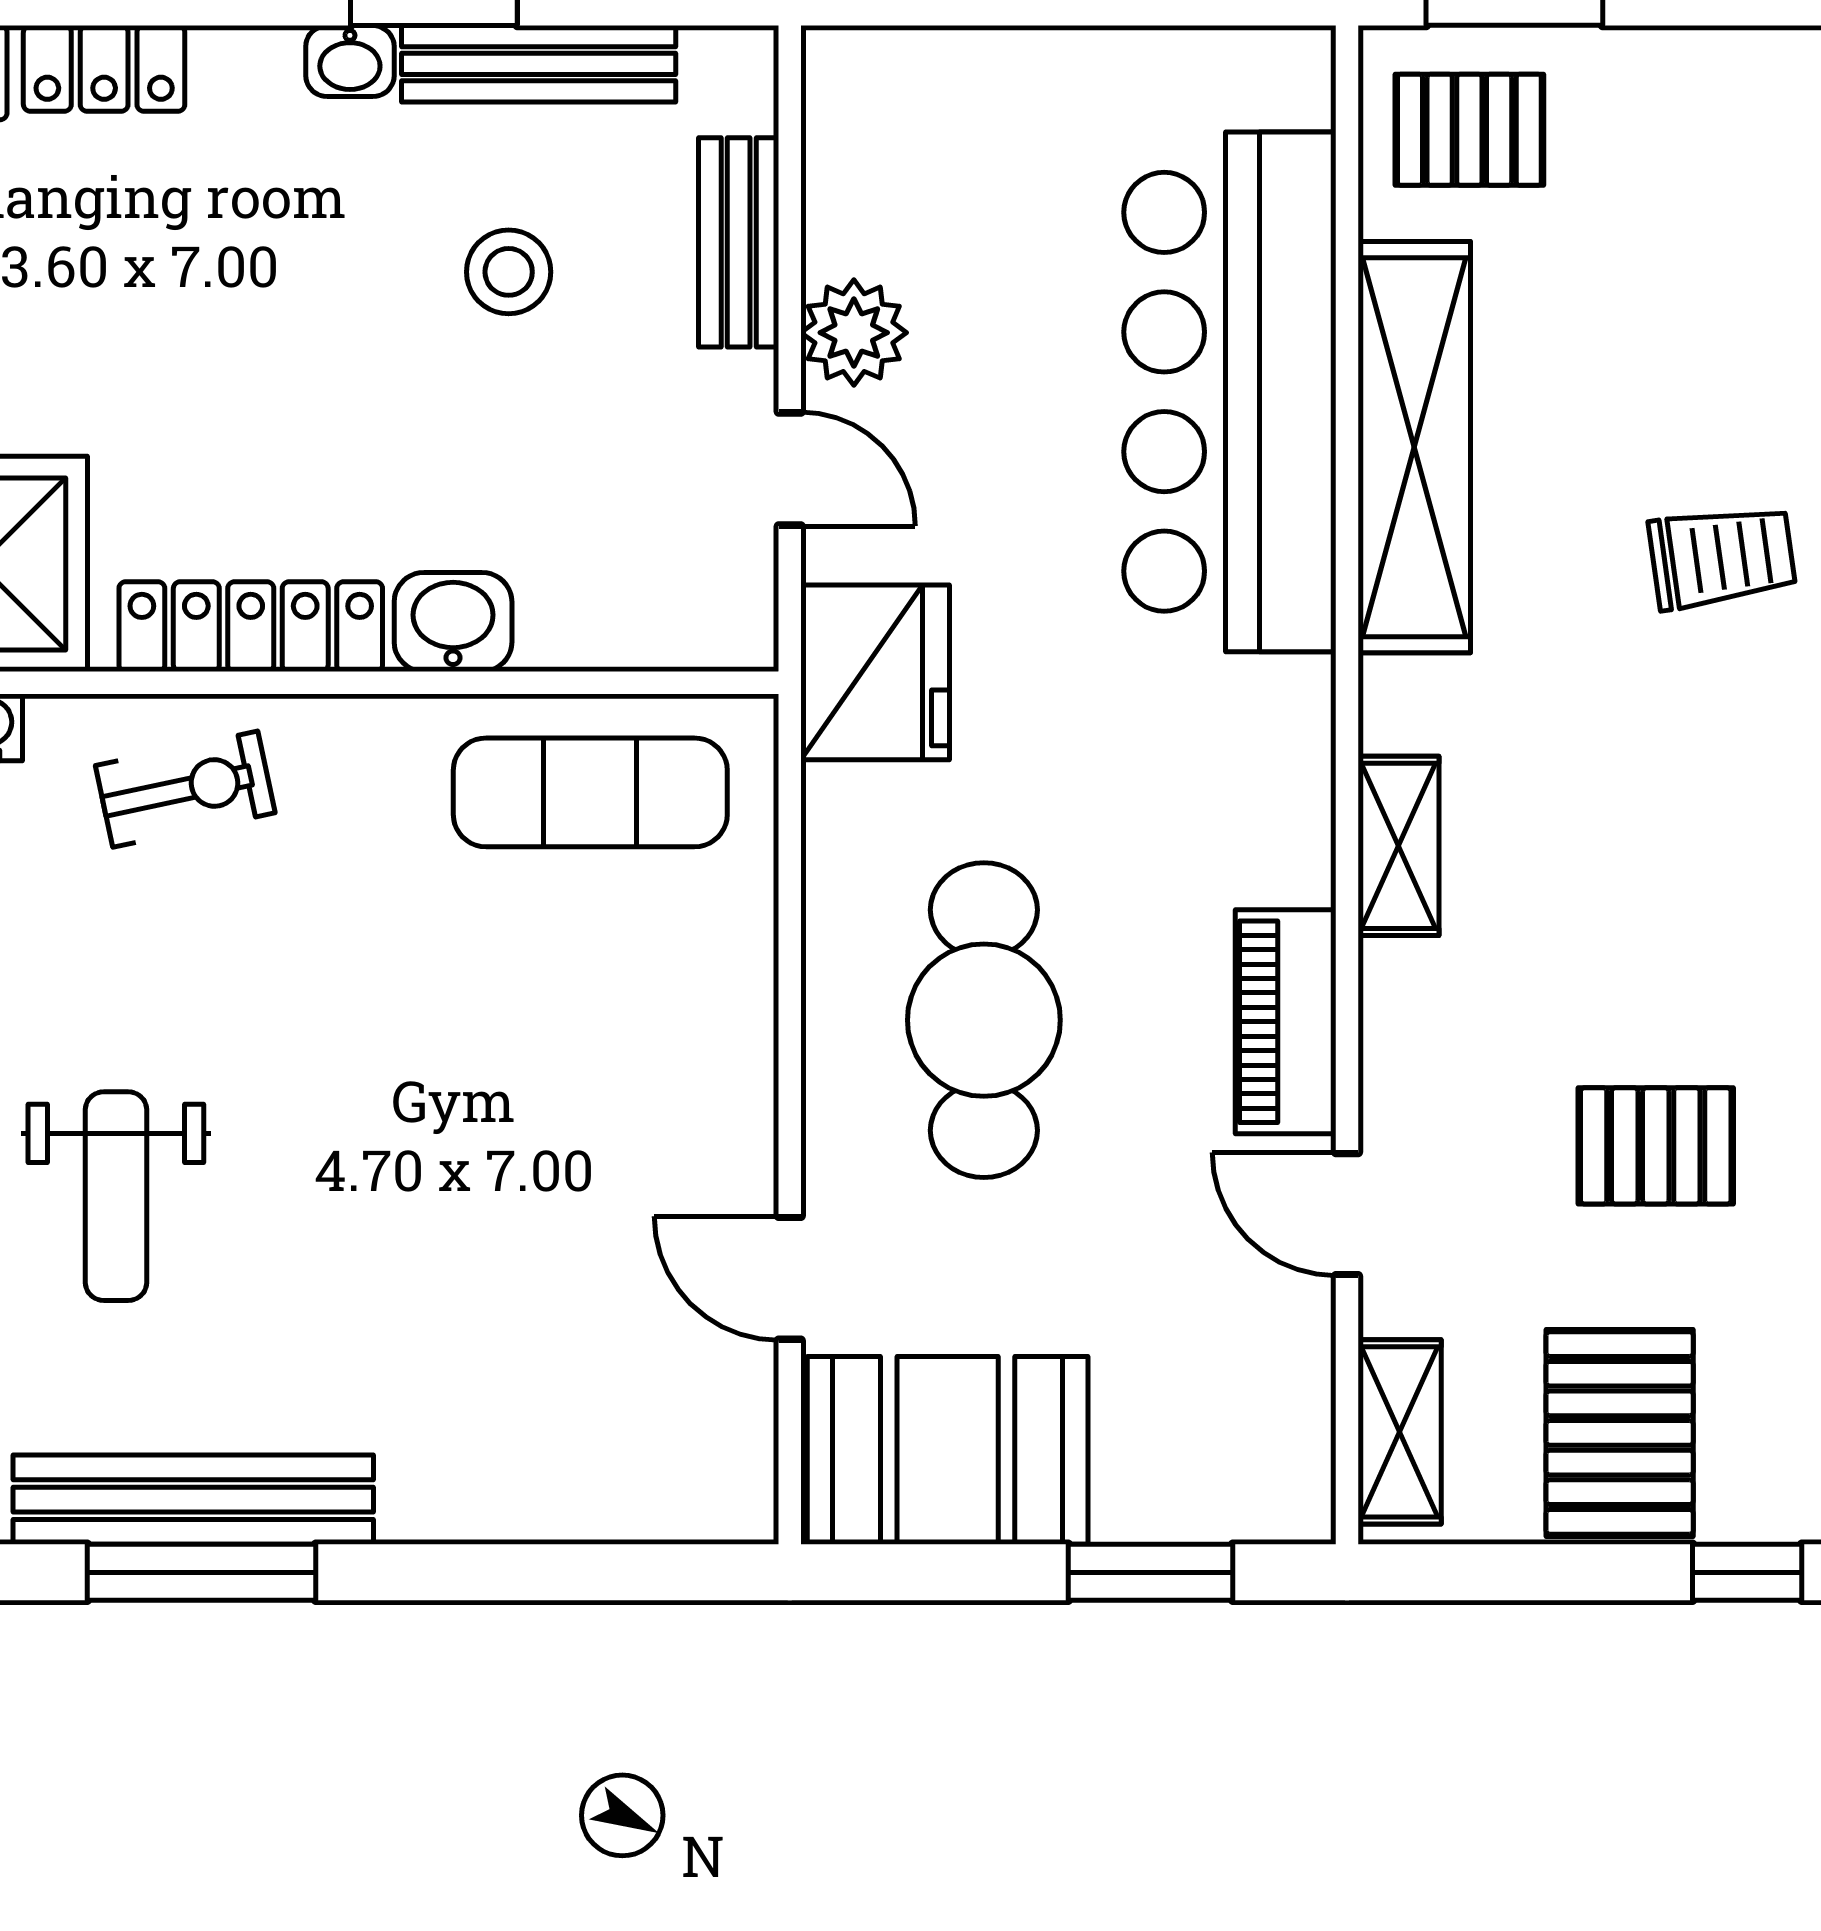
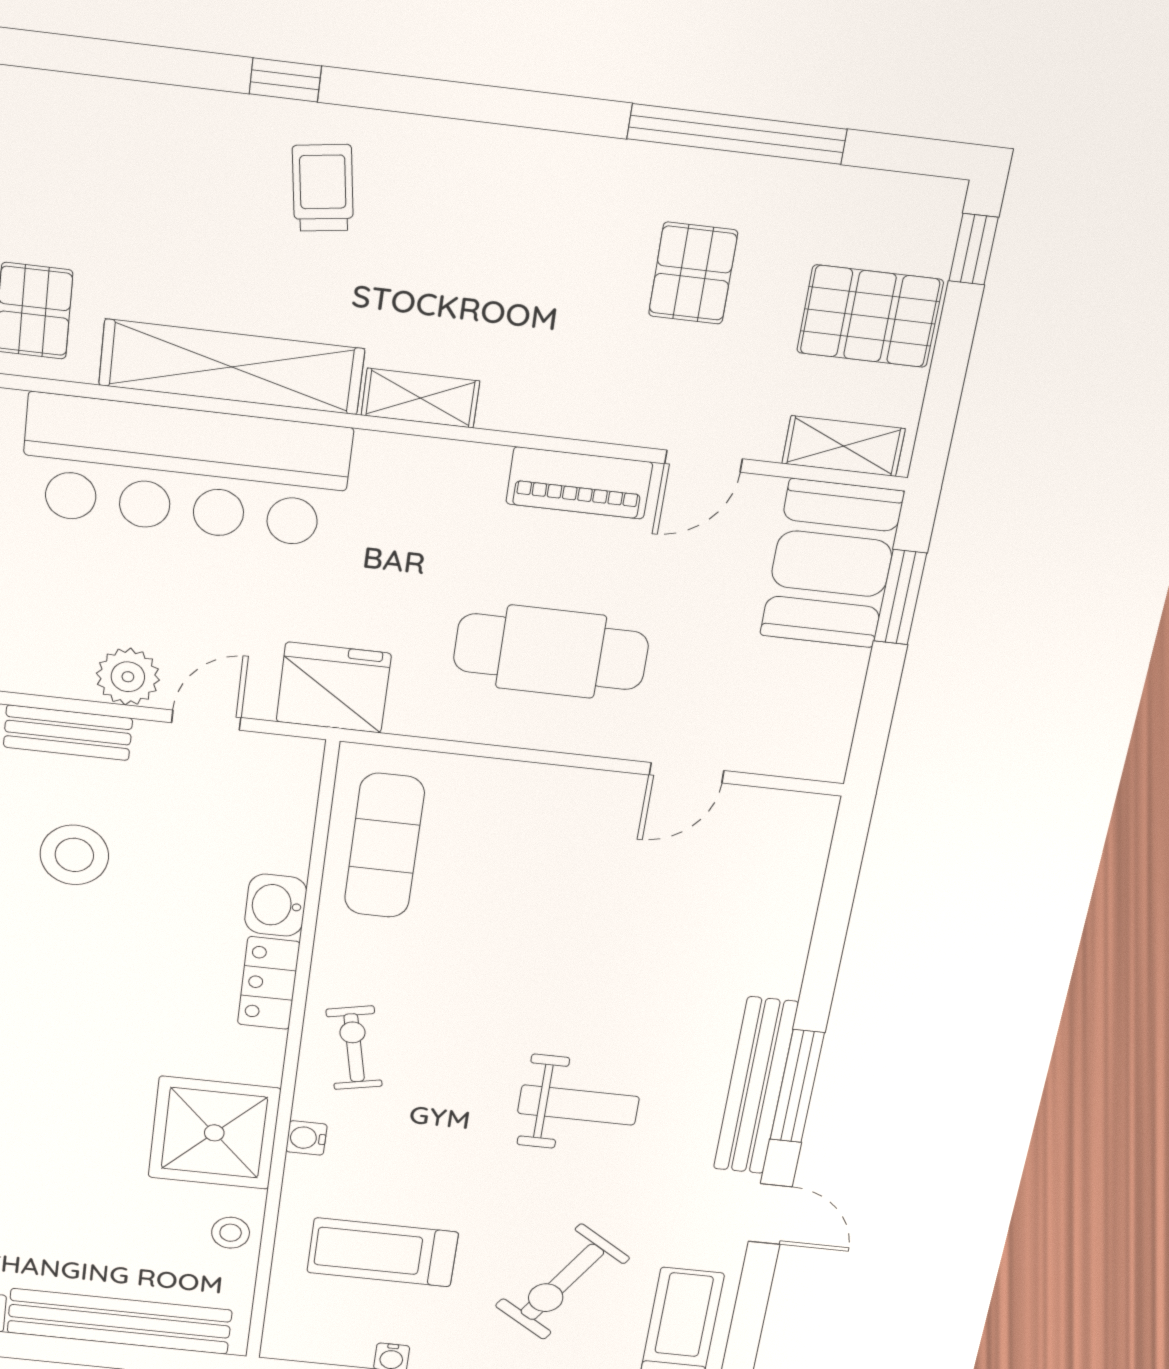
stool: (509, 272) -> (74, 855), width x1.38, depth x1.38
locker: (251, 627) -> (269, 983), width x0.66
shelving: (1398, 846) -> (420, 398), moved
booth: (948, 1450) -> (832, 564), moved

